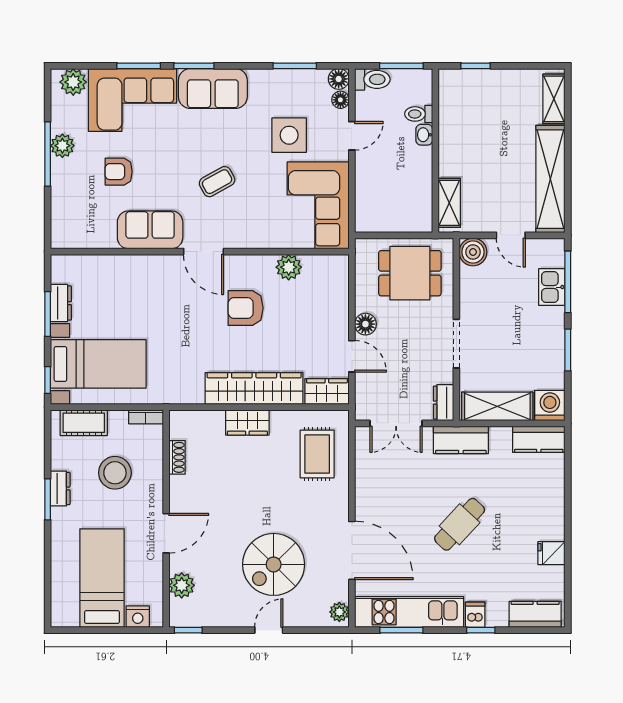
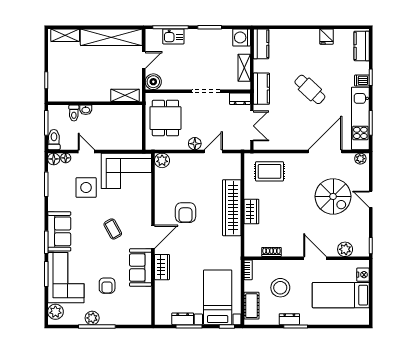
plant: (289, 267) -> (162, 160), moved
wardrobe: (327, 392) -> (162, 267), moved, turned 180
shelving: (497, 406) -> (244, 68), width x0.67, depth x0.75

